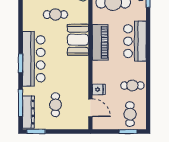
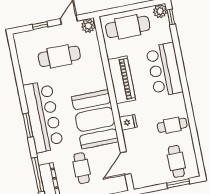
cafe table: (55, 15) -> (59, 56), width x1.37, depth x1.35
booth: (78, 40) -> (95, 119), moved, width x1.36, depth x1.42
fridge: (99, 89) -> (128, 122), moved
door: (90, 108) -> (126, 163), swing flipped

